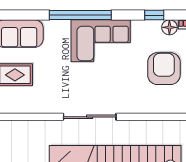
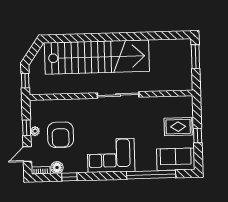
window: (80, 15) -> (151, 175), moved

